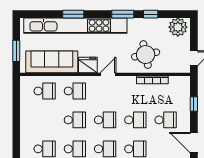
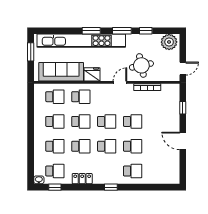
window: (73, 14) -> (91, 31), moved
window: (16, 51) -> (31, 52), moved
door: (108, 74) -> (120, 82), moved
school desk: (166, 120) -> (55, 121), moved

